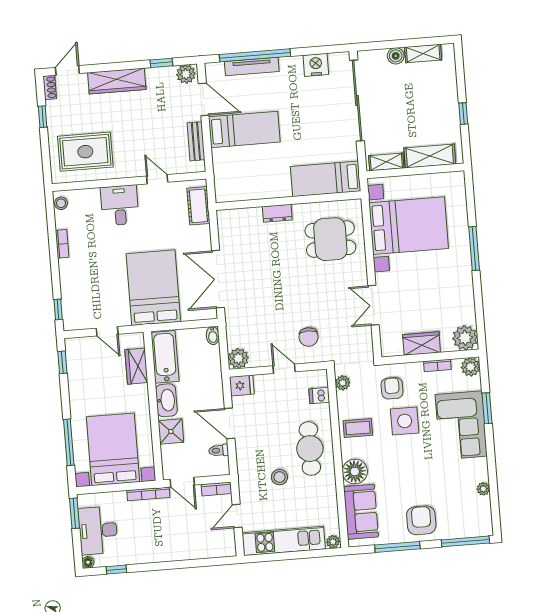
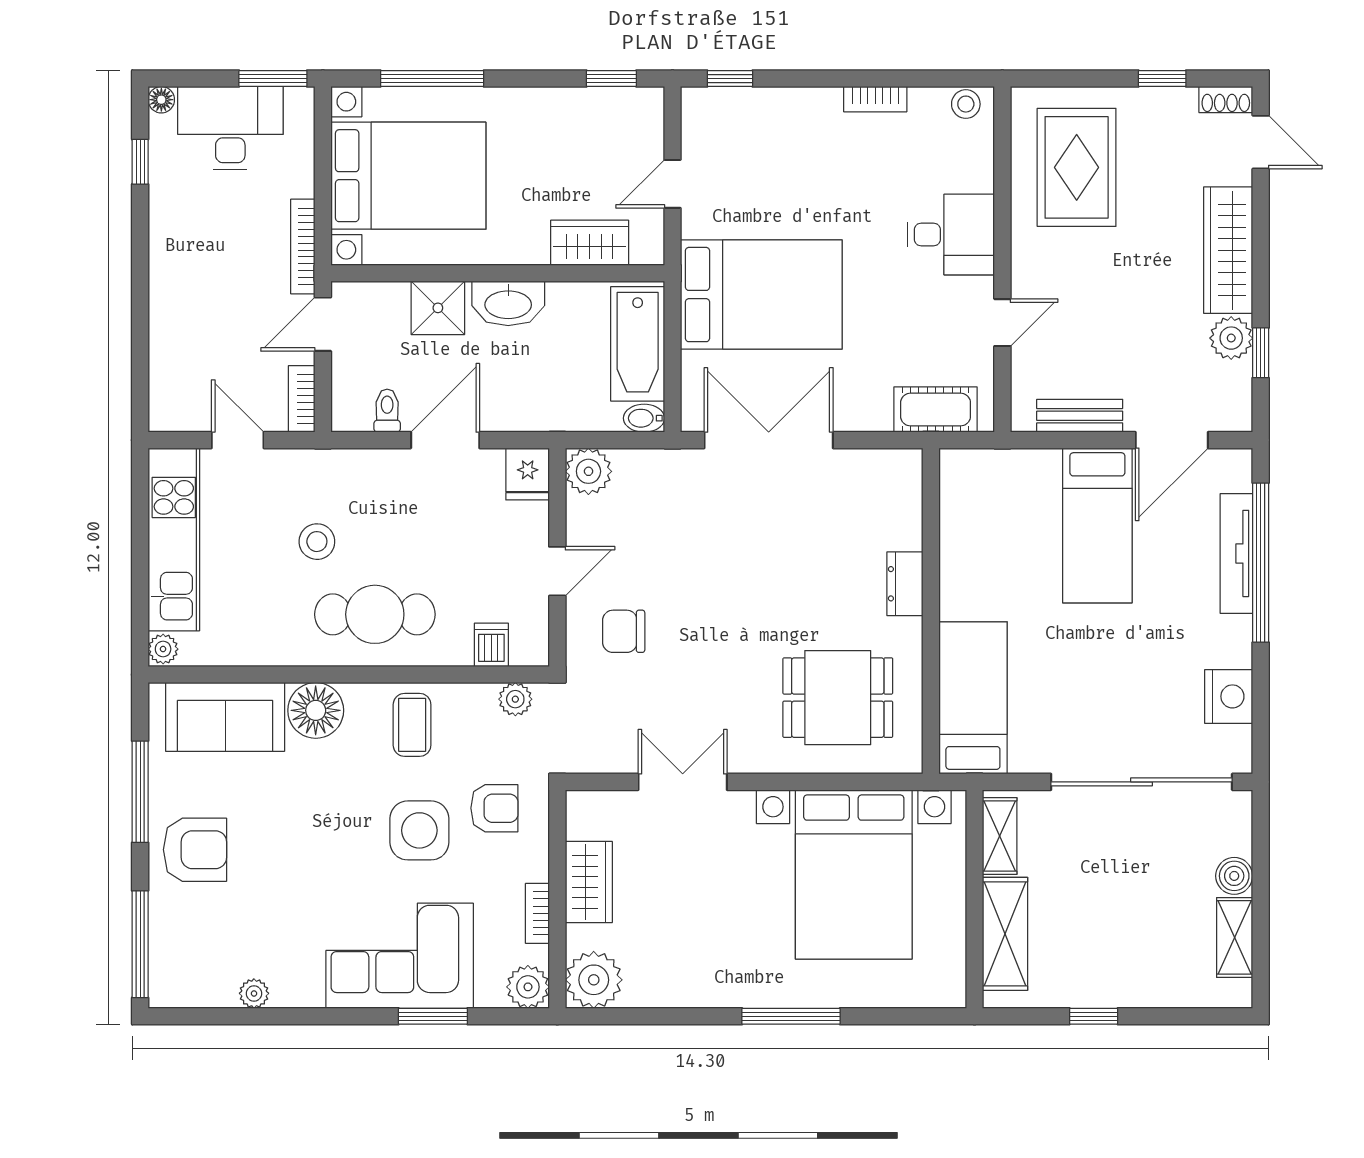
plant: (186, 74) -> (1231, 338), moved
dining table: (330, 239) -> (838, 698), turned 90
bathtub: (165, 357) -> (638, 344), moved, turned 90

